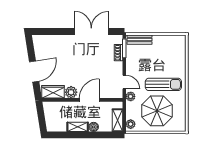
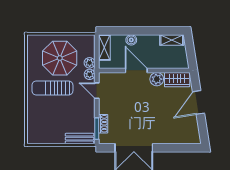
door: (89, 100) -> (136, 70), swing flipped
plant: (131, 124) -> (90, 63), moved
shelving: (78, 127) -> (172, 40), moved

